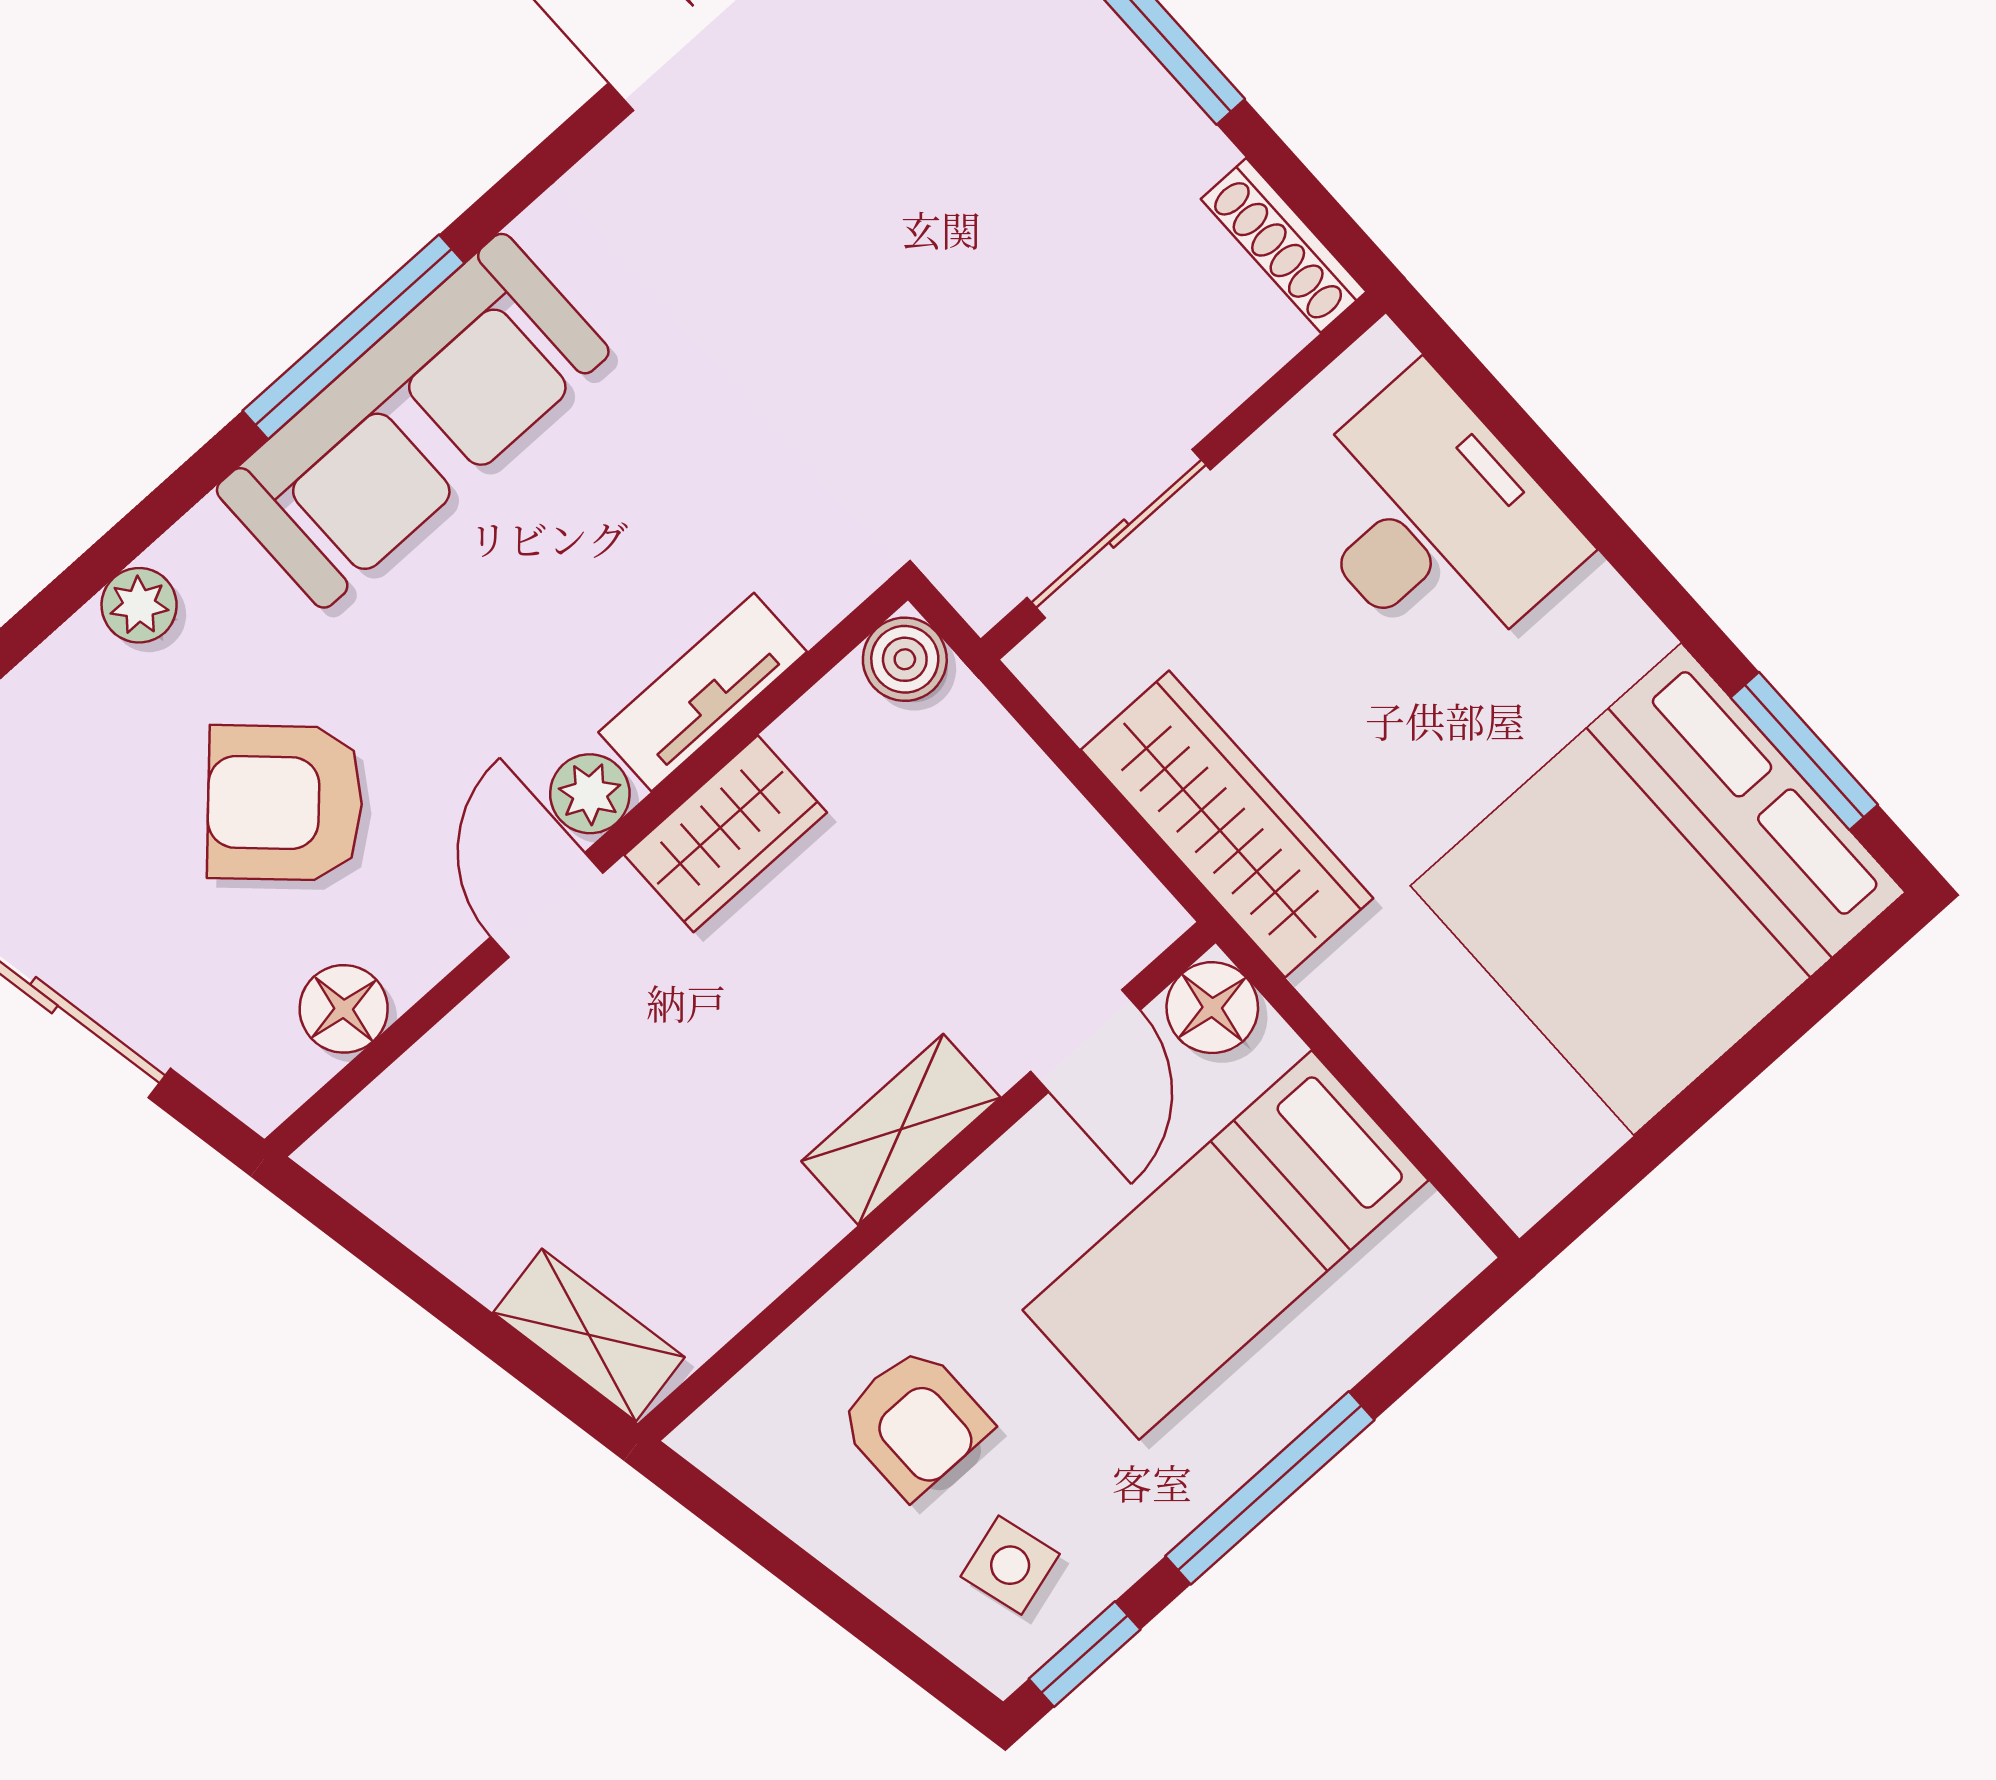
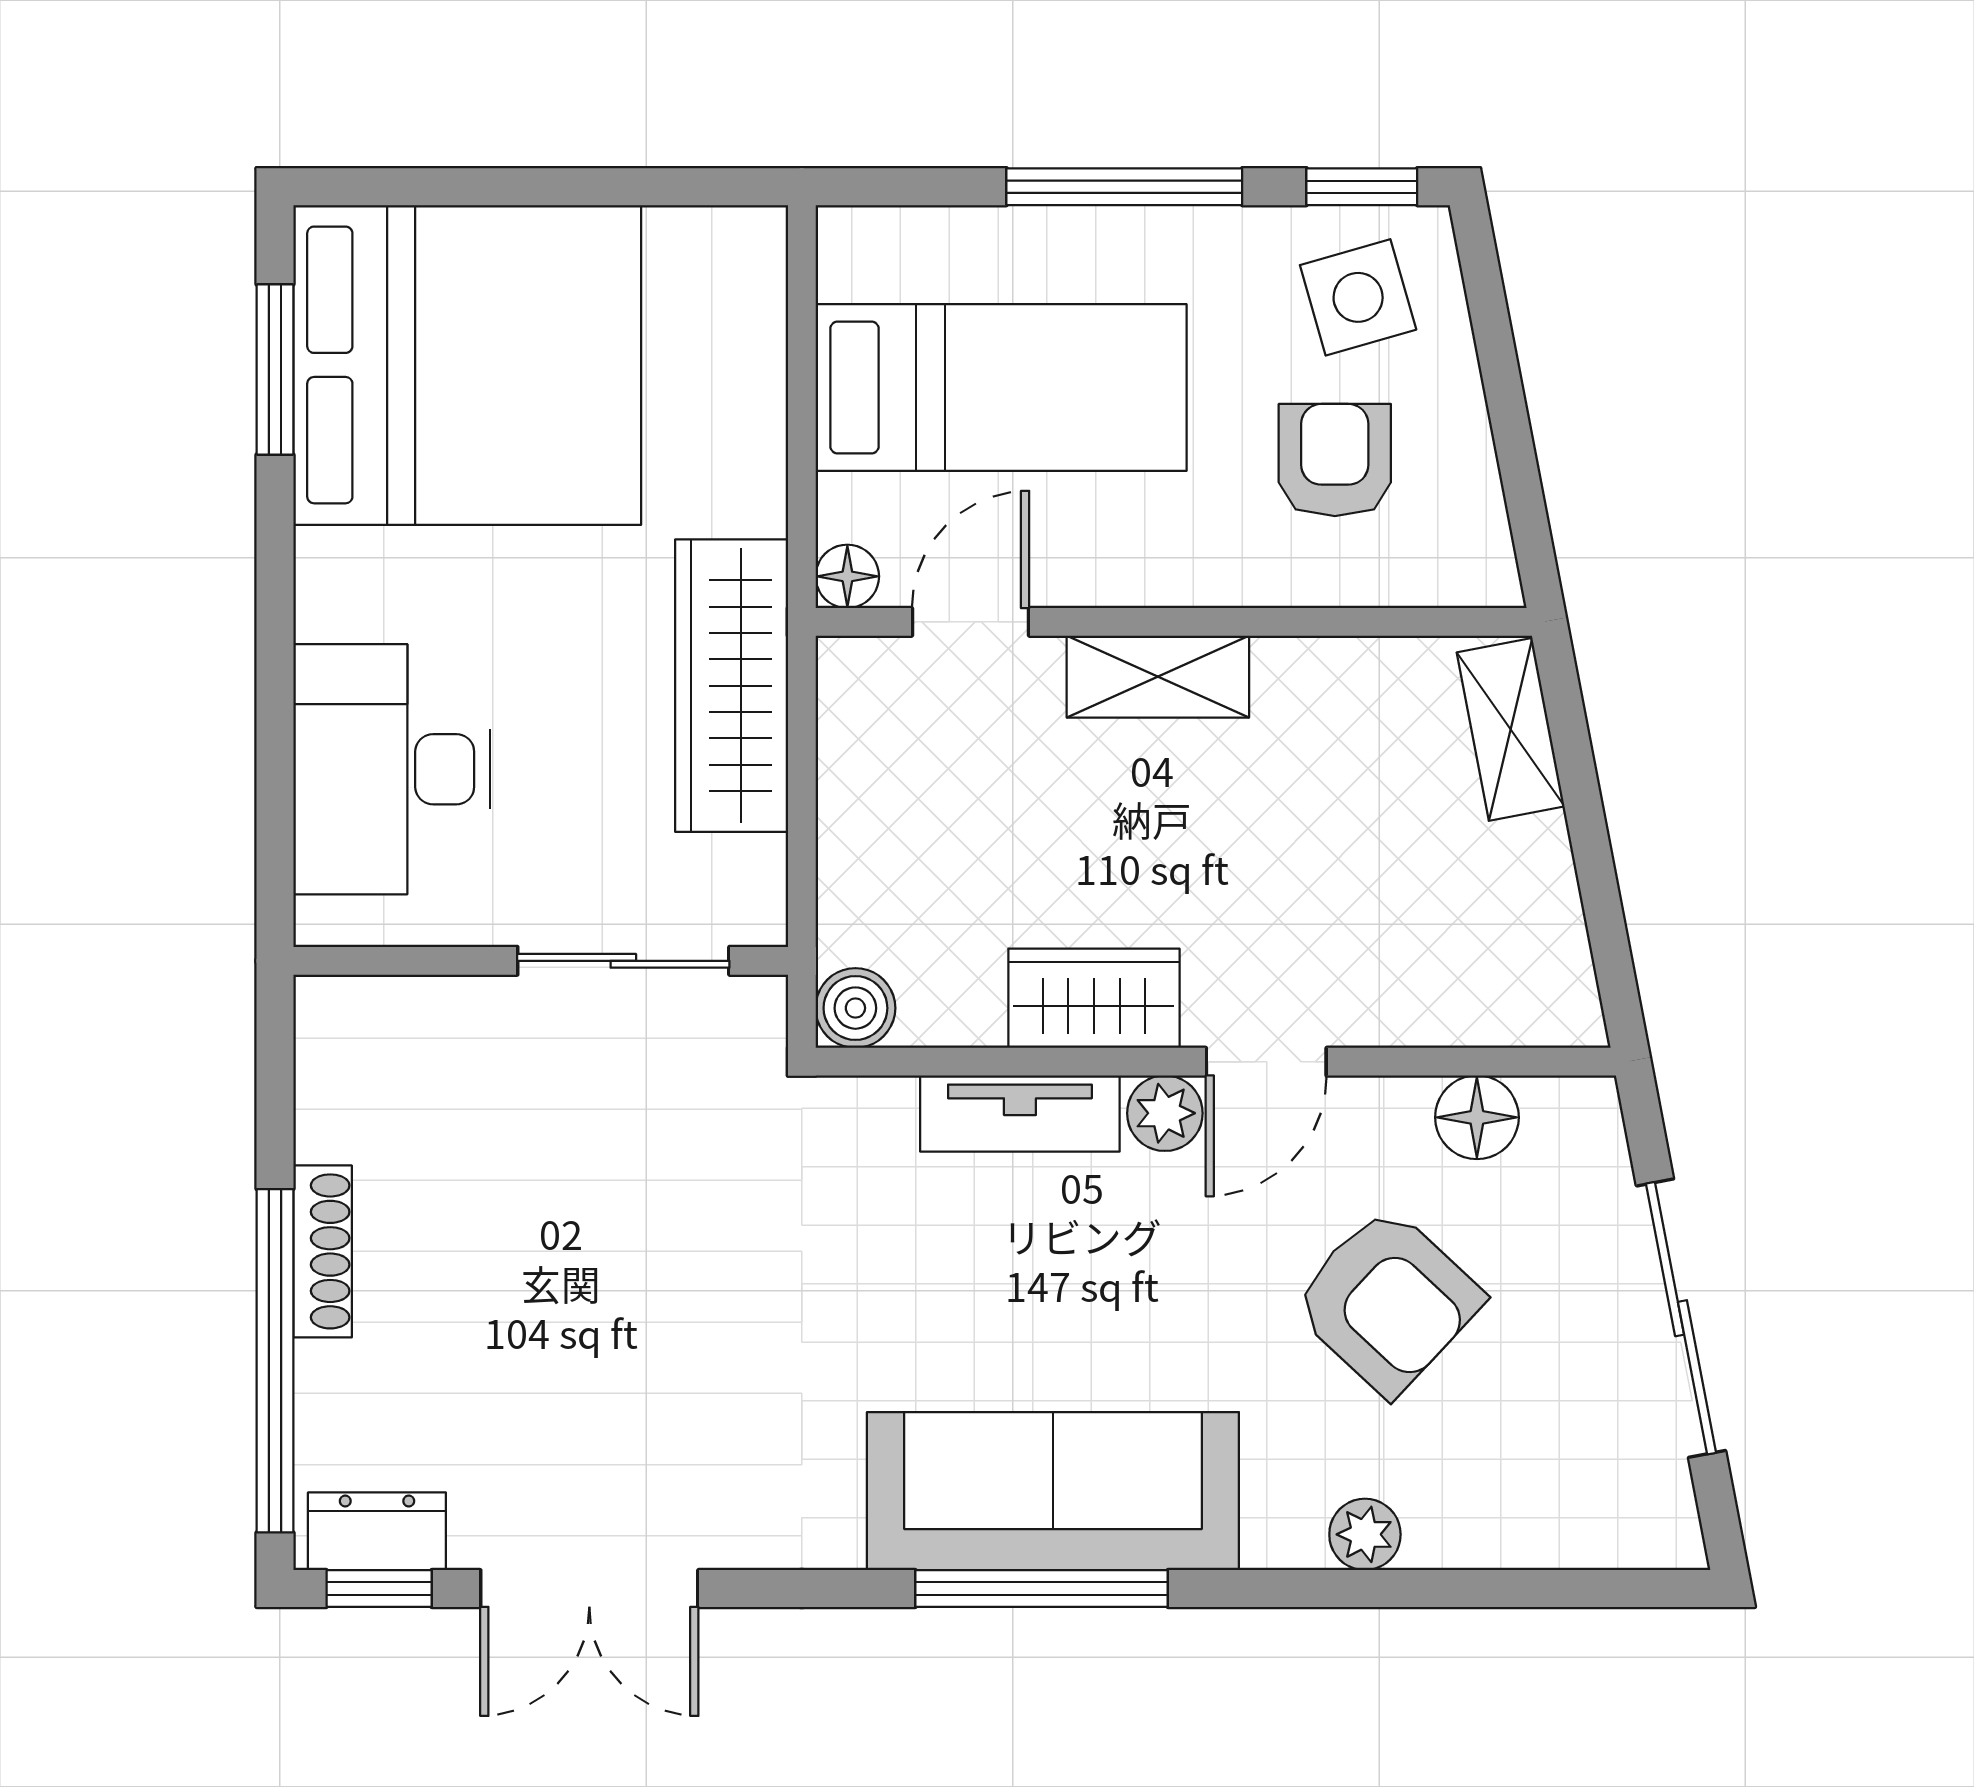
shoe rack: (1284, 245) -> (323, 1251), moved
floor lamp: (1212, 1008) -> (847, 576), width x0.73, depth x0.73
side table: (1010, 1565) -> (1358, 297), width x1.37, depth x1.37

